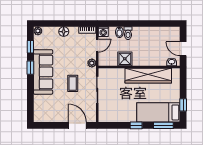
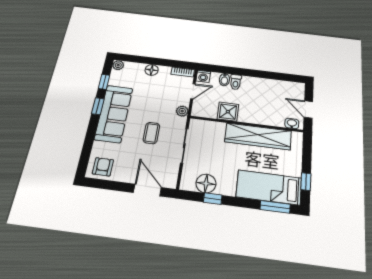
armchair: (44, 113) -> (103, 167), added
floor lamp: (116, 115) -> (206, 183), added
window: (136, 125) -> (213, 199), moved

